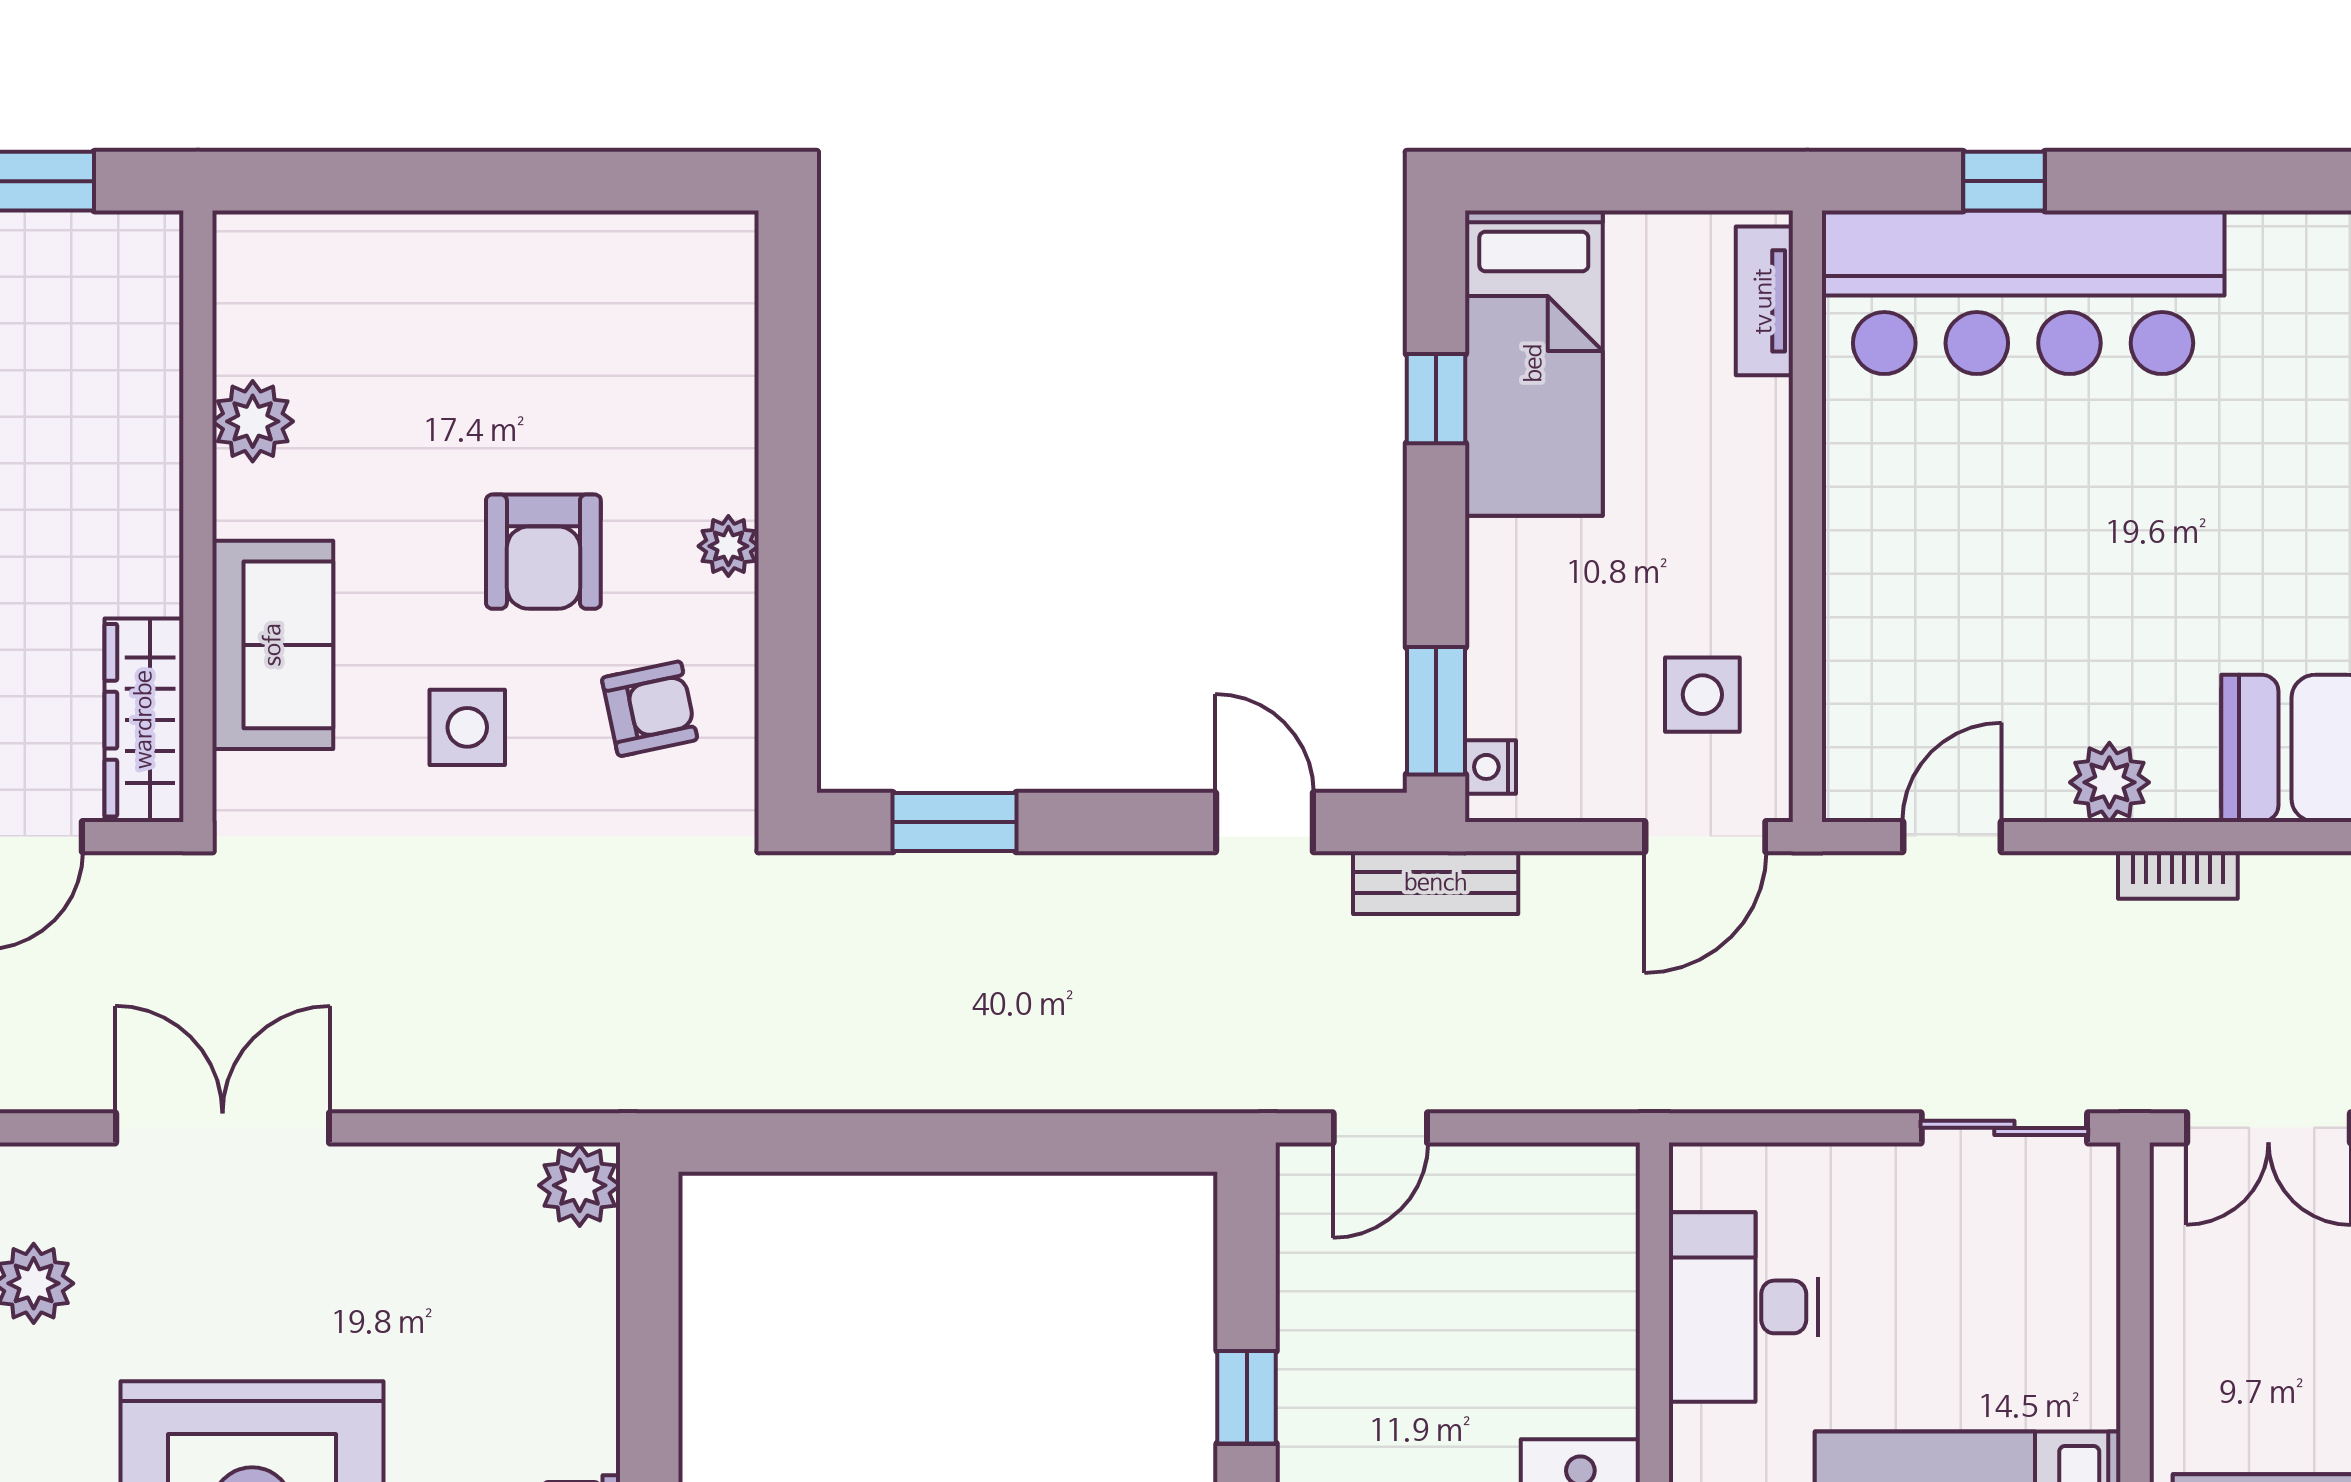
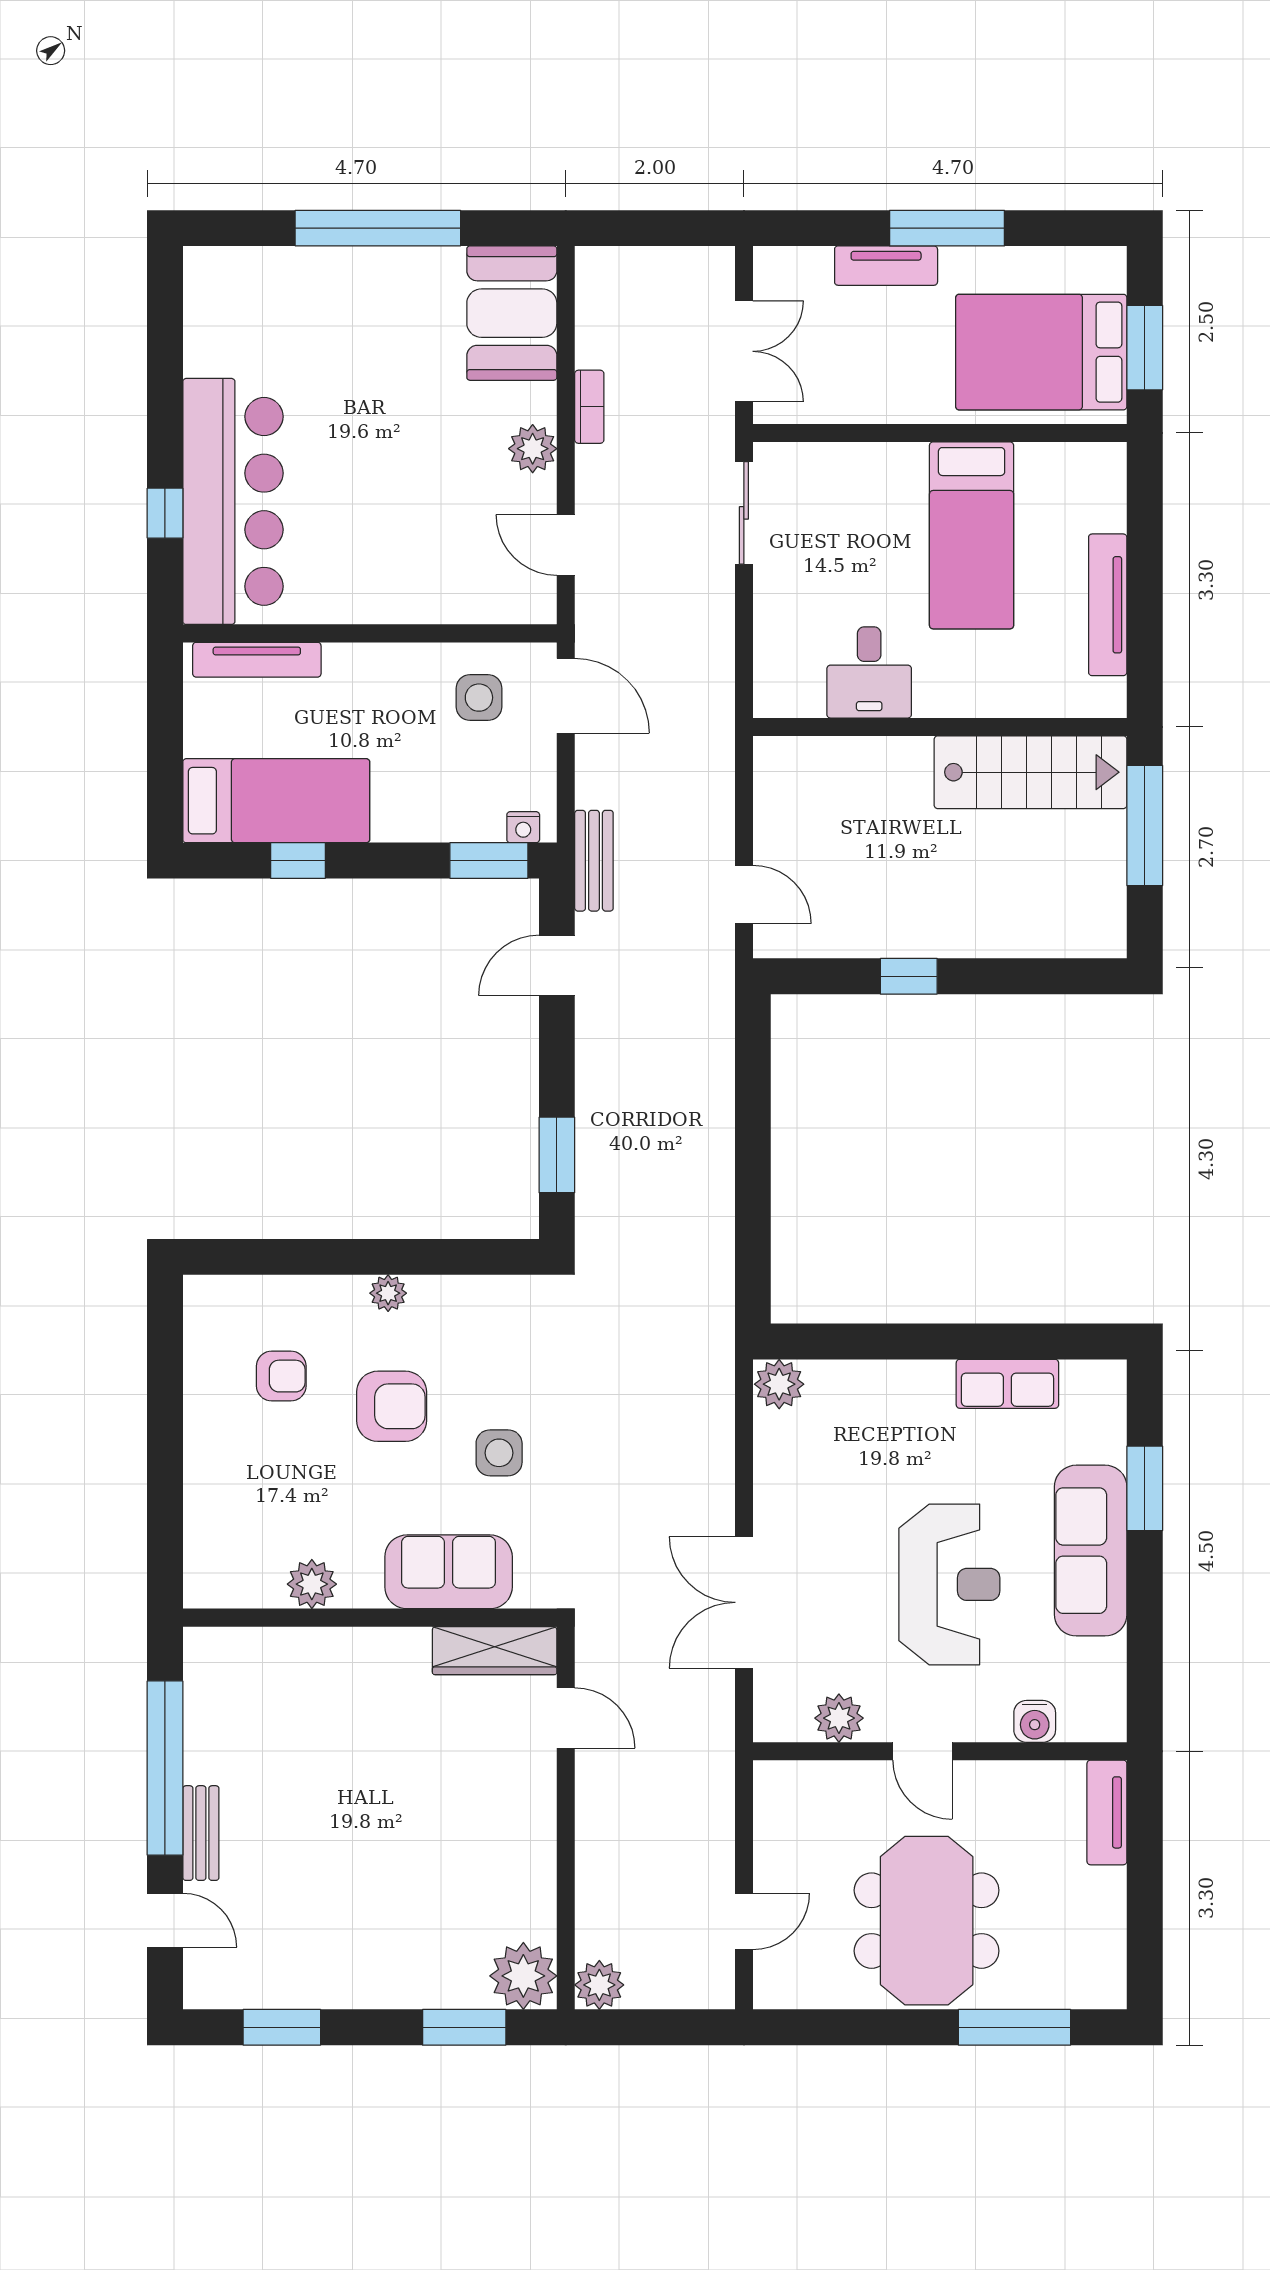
tv unit: (1764, 301) -> (257, 660), width x1.41
armchair: (650, 709) -> (281, 1376), moved, turned 102
desk: (1743, 1307) -> (869, 672), width x0.73

